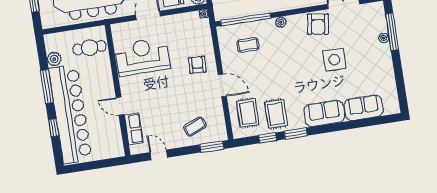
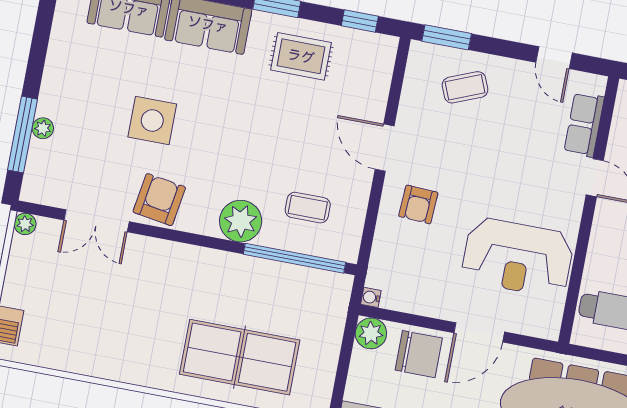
plant: (281, 22) -> (241, 221), width x1.88, depth x1.88
rug: (248, 113) -> (355, 77), removed
rug: (276, 114) -> (301, 56), turned 90
window: (268, 138) -> (360, 21), moved

